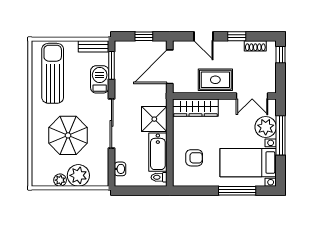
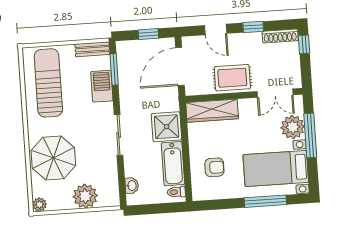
shoe rack: (255, 46) -> (280, 36), width x1.43
sliding door: (112, 123) -> (119, 135), width x0.73
parasol: (68, 135) -> (53, 158), moved
plant: (60, 180) -> (39, 205), moved

